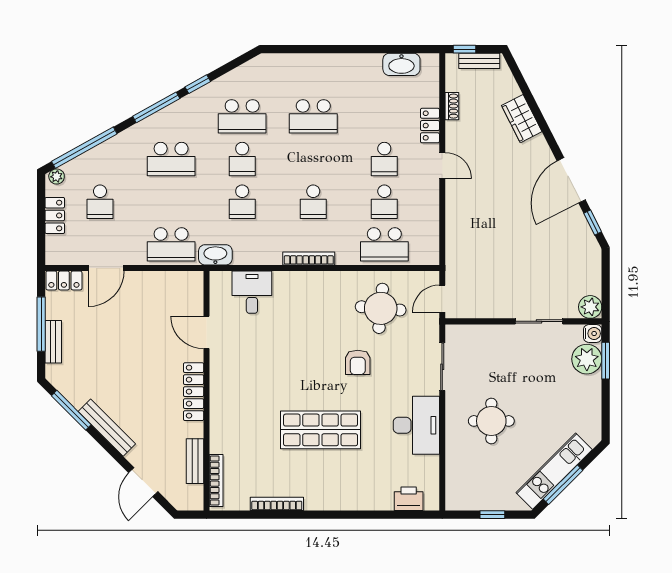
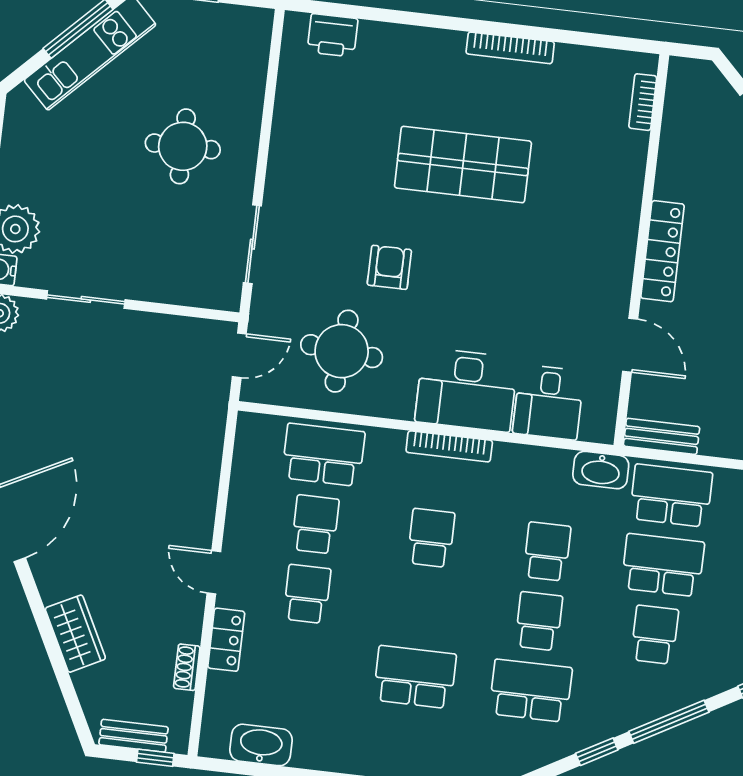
school desk: (171, 159) -> (655, 635), width x0.54
school desk: (171, 202) -> (663, 565), added
desk: (416, 425) -> (466, 390), moved, turned -90
bench: (195, 461) -> (662, 436), moved, turned 90
bookcase: (216, 480) -> (643, 102), width x0.64
bookcase: (277, 504) -> (510, 48), moved

